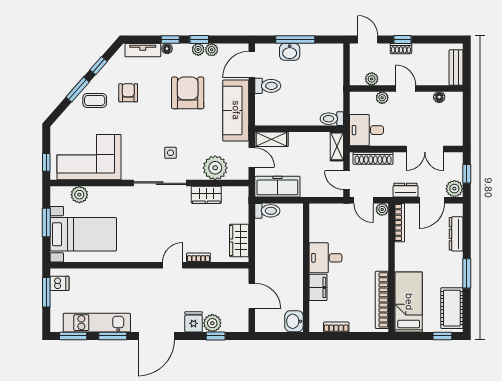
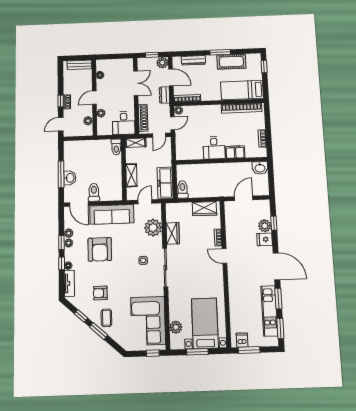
armchair: (188, 93) -> (100, 249), turned -90
shelving: (271, 139) -> (131, 175), moved
cot: (452, 308) -> (231, 62), moved

